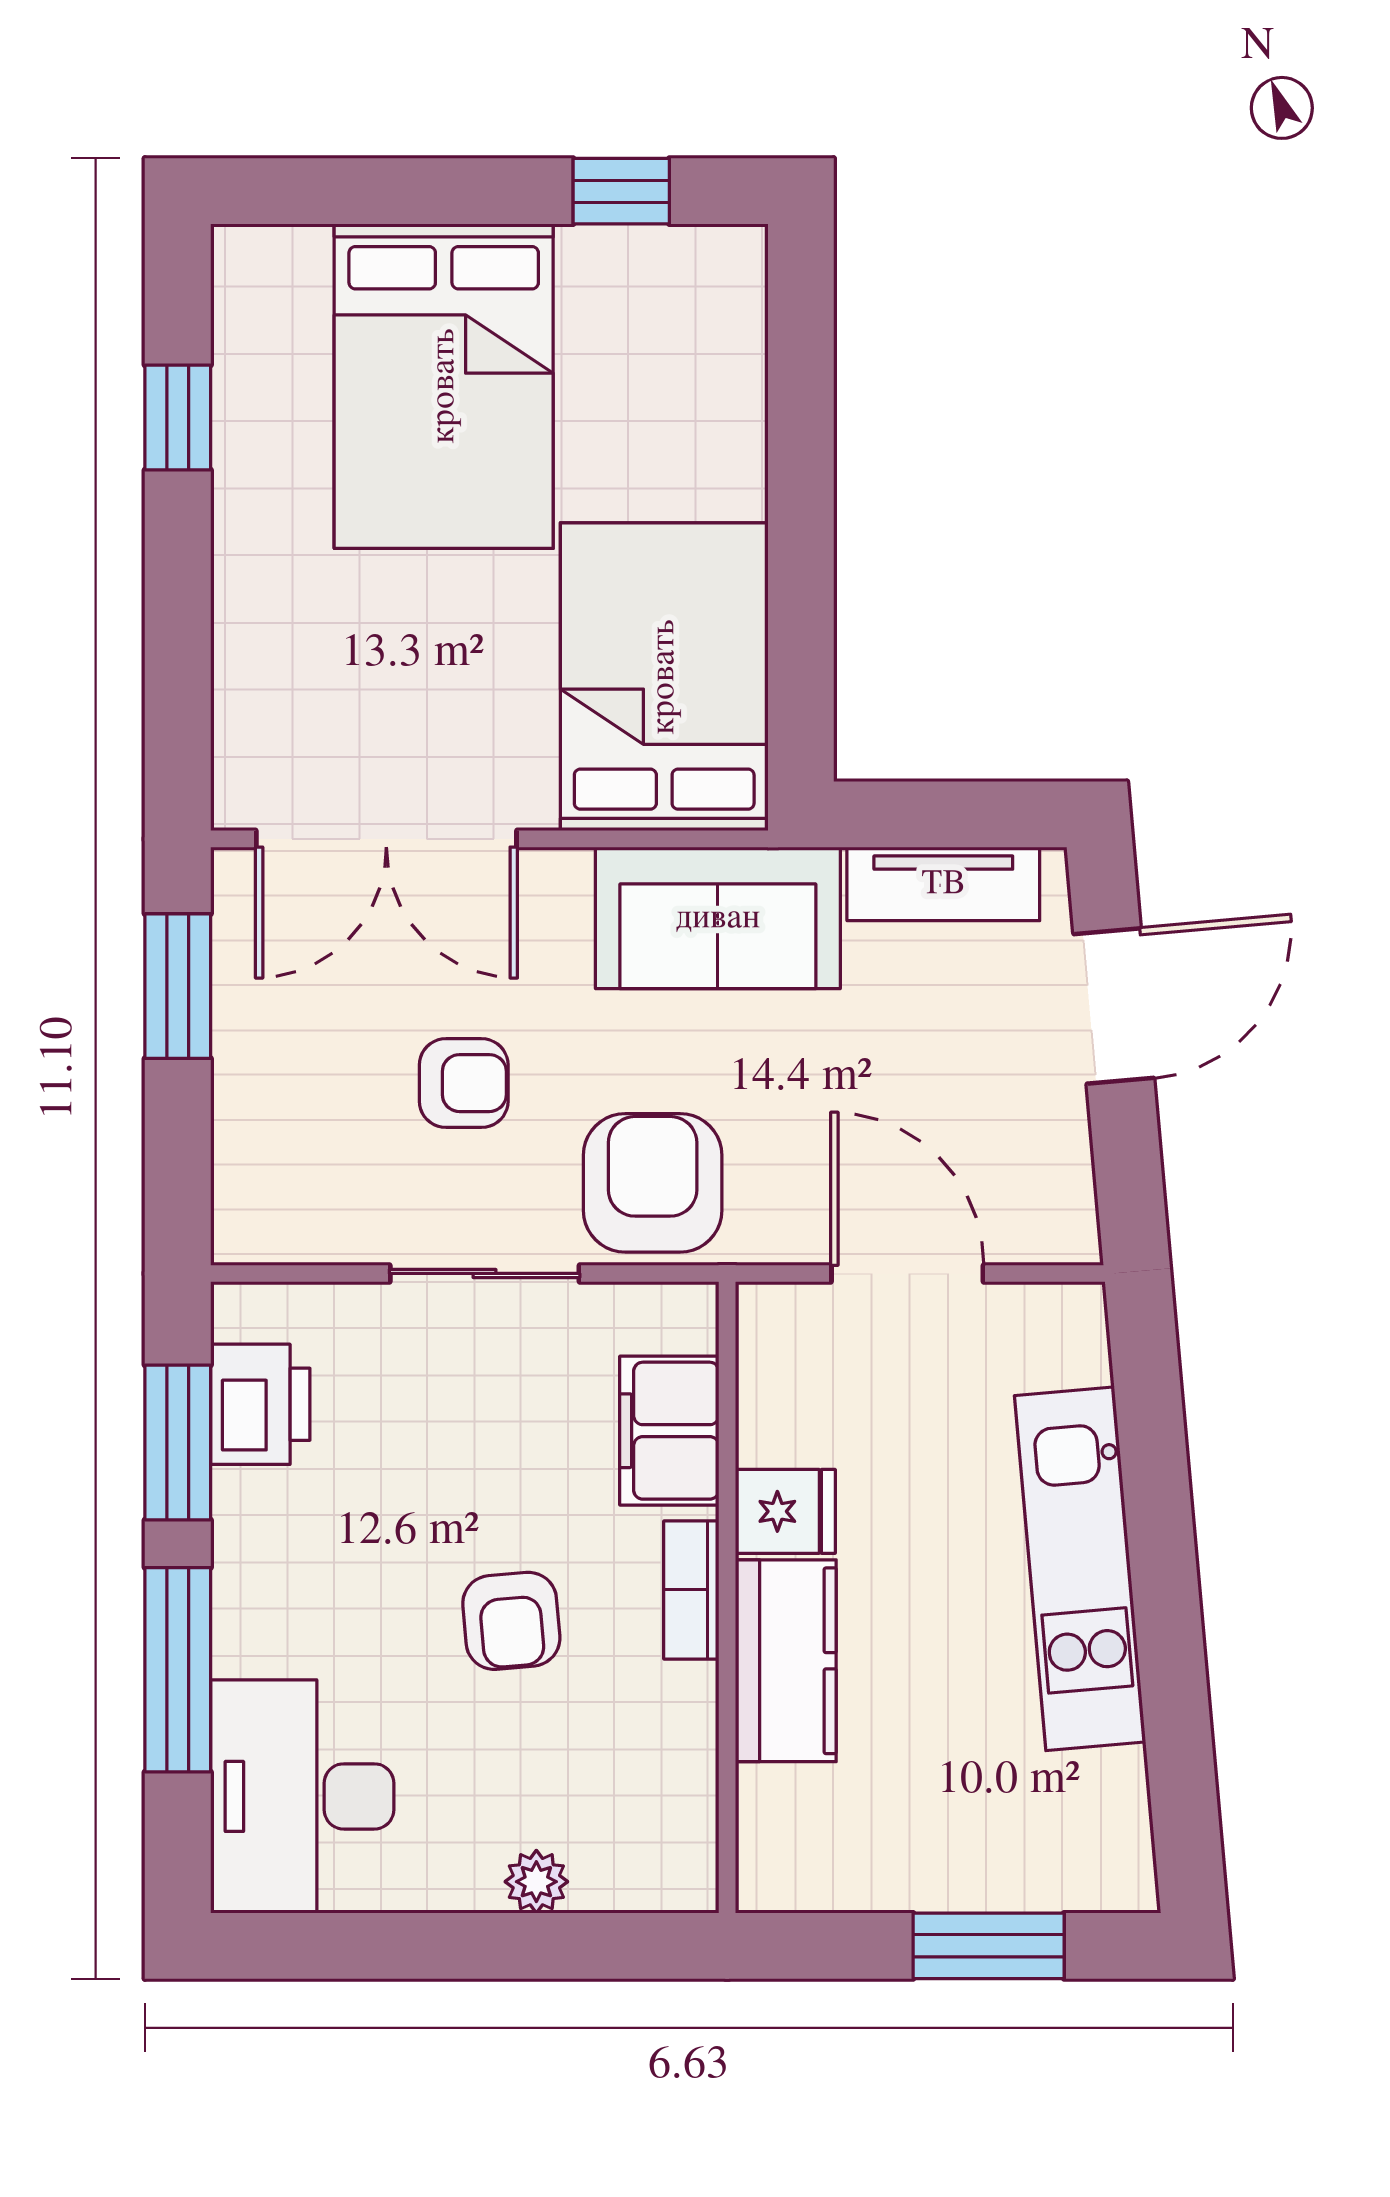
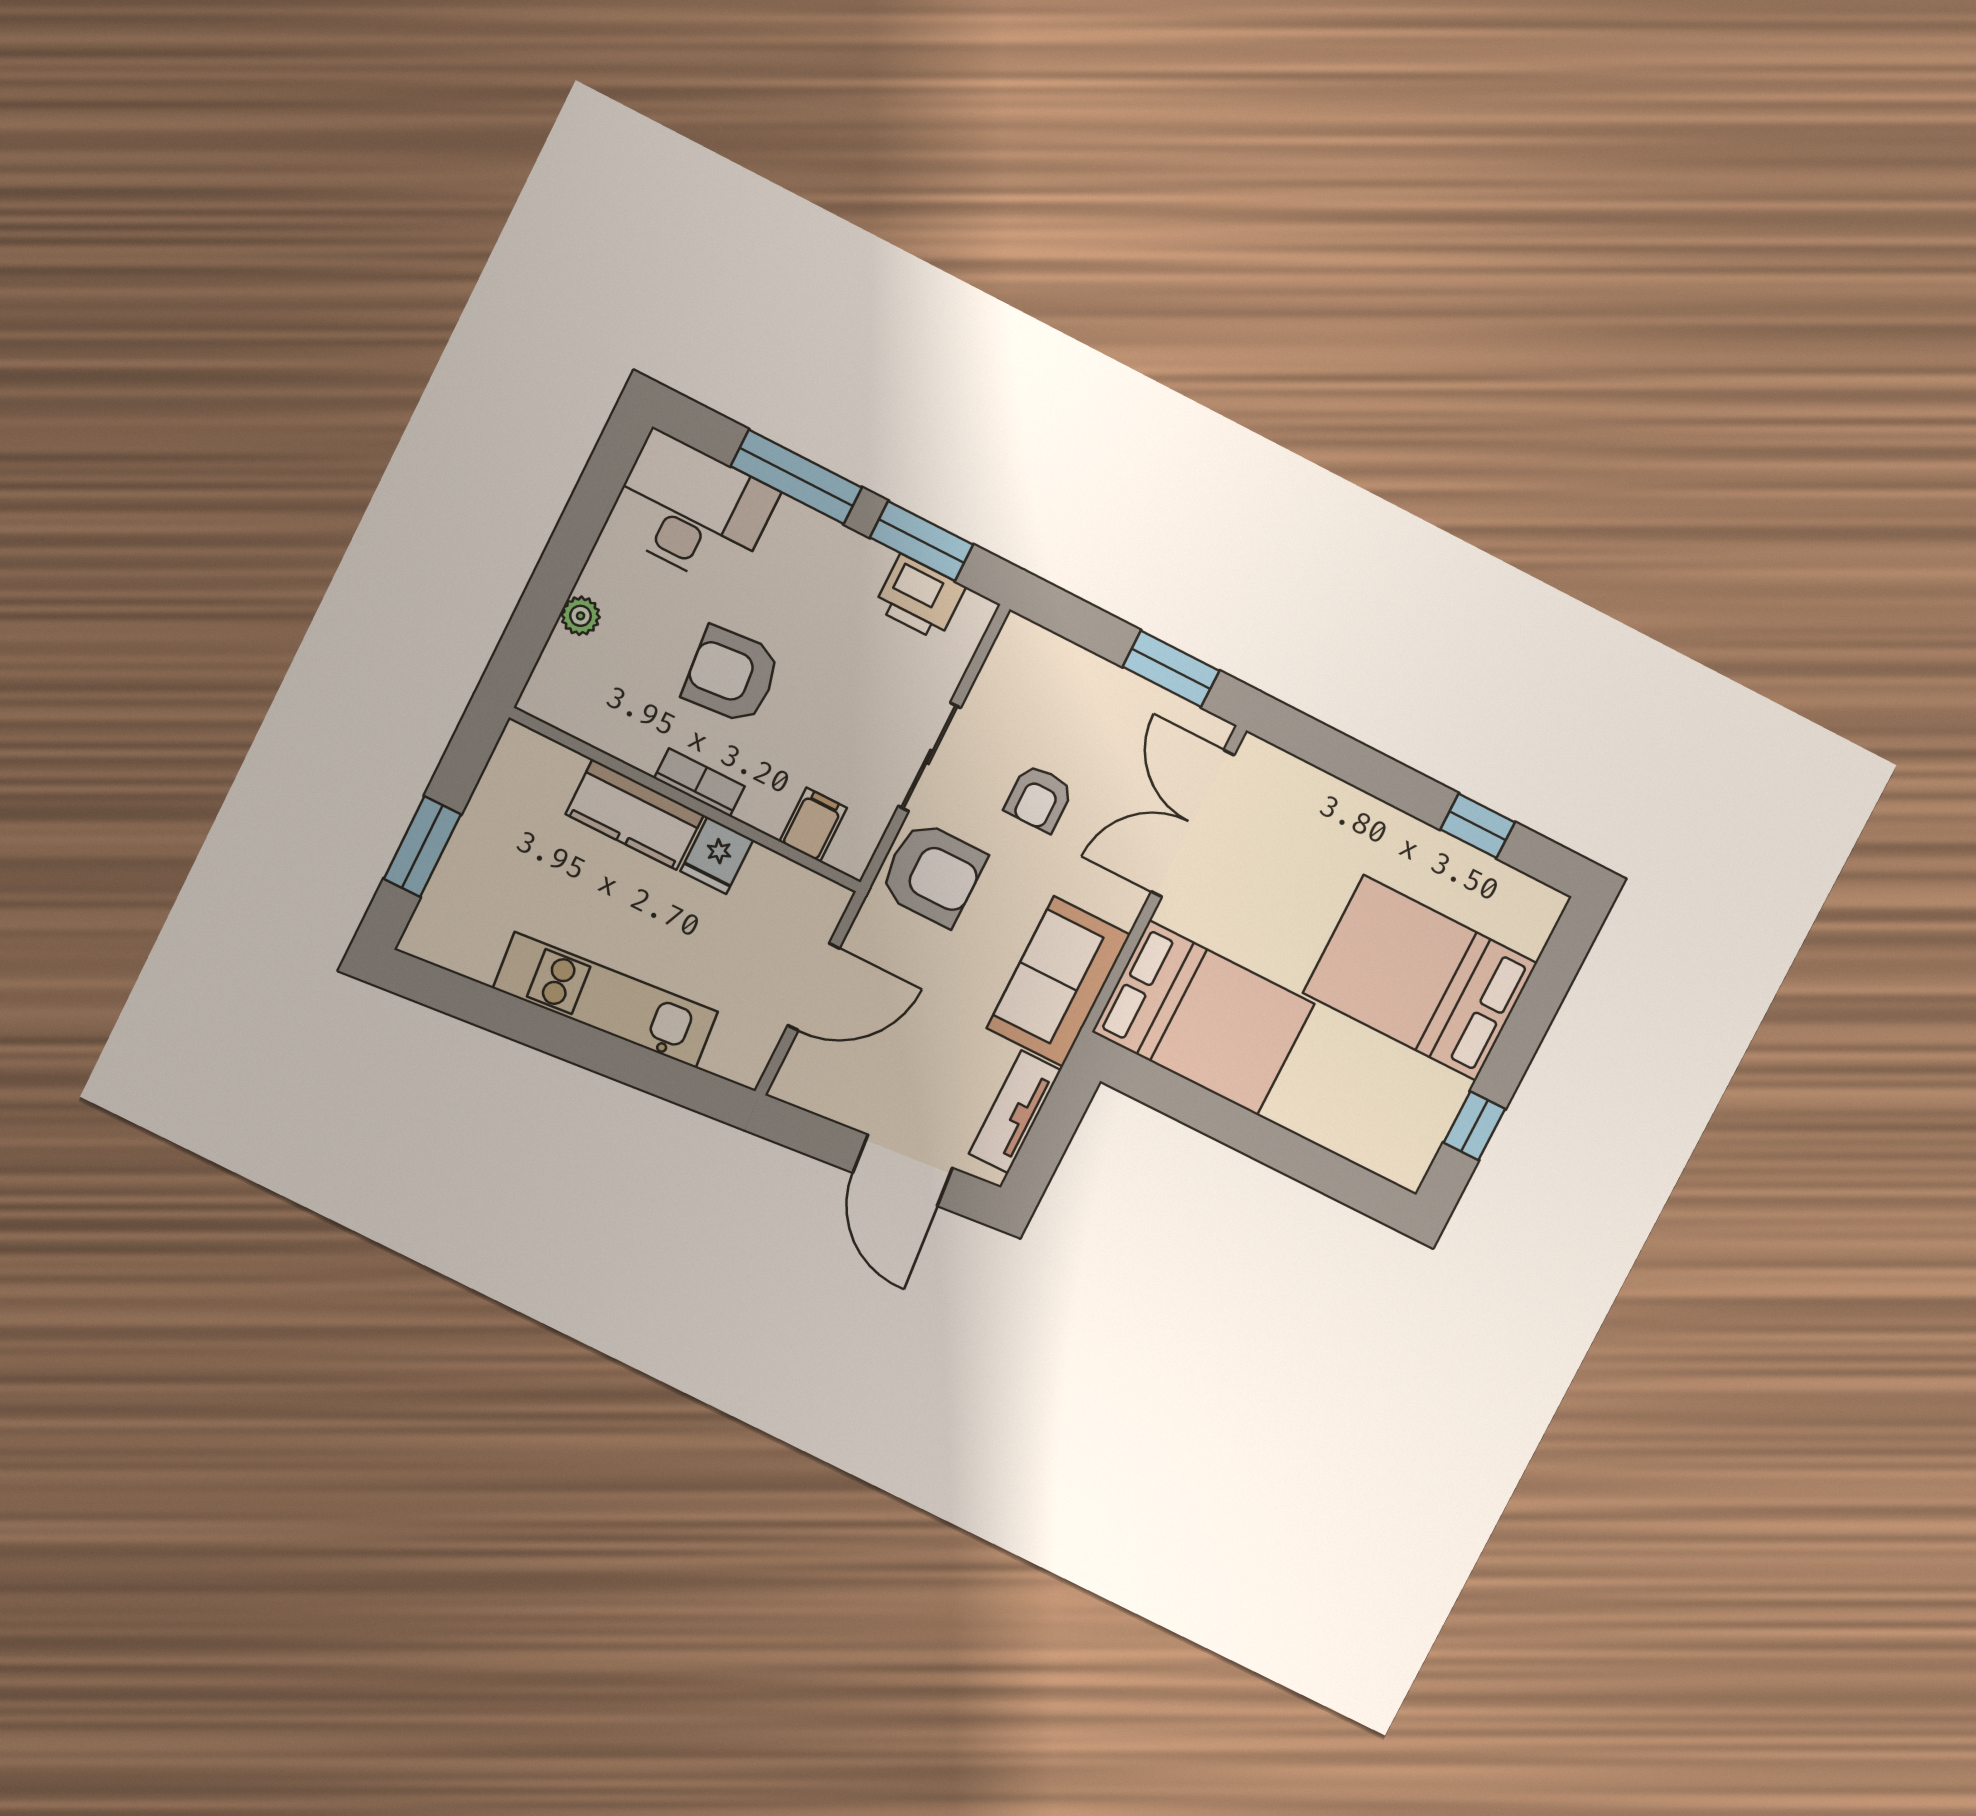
filing cabinet: (669, 1431) -> (813, 825), width x0.50
armchair: (511, 1621) -> (732, 675), width x1.38, depth x1.38

